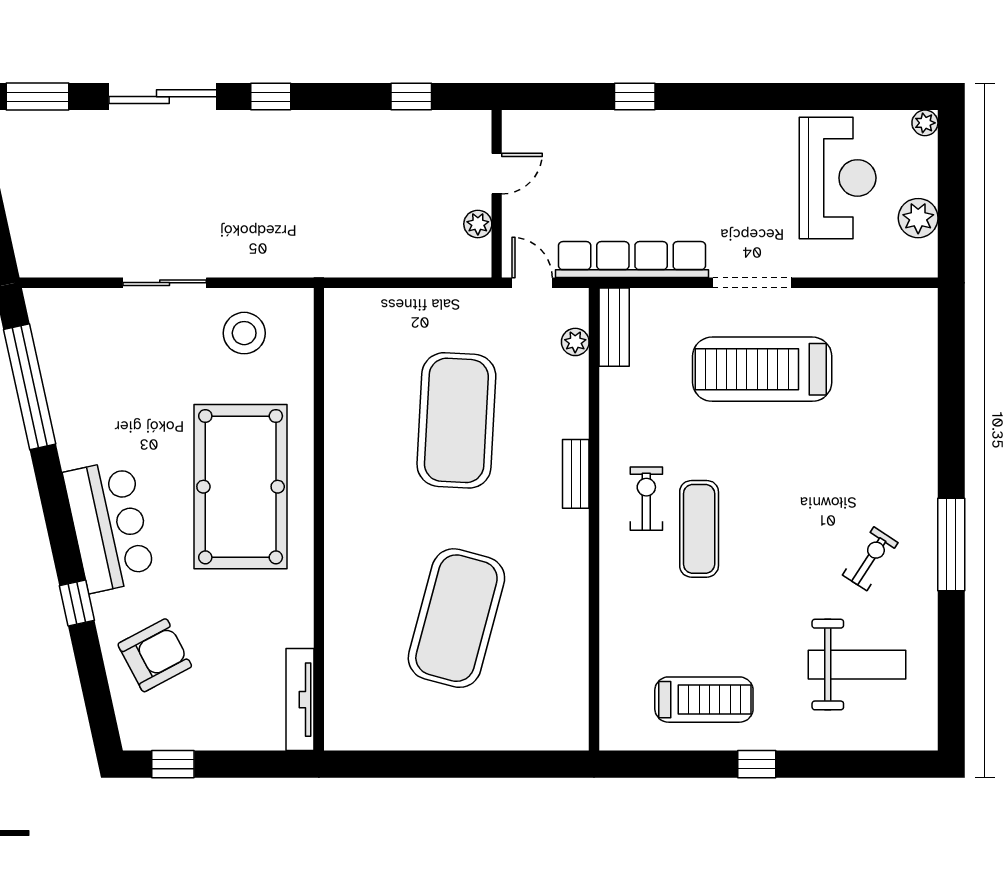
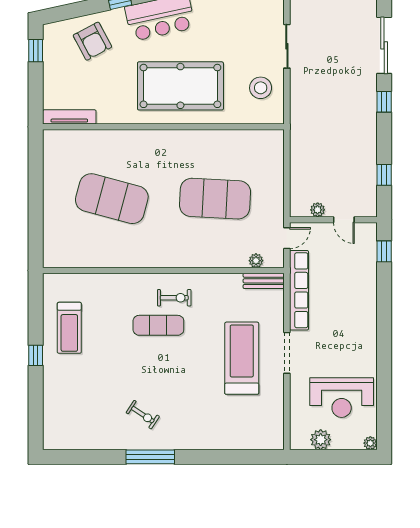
window: (635, 97) -> (384, 251), moved
bench: (576, 474) -> (187, 261), removed
weight bench: (857, 665) -> (88, 408), removed

